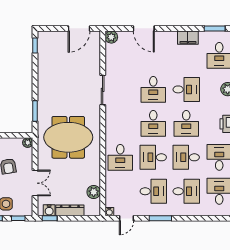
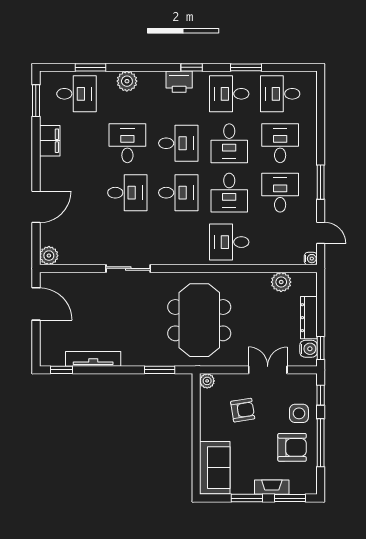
tv unit: (42, 67) -> (93, 359), added
desk: (120, 157) -> (229, 242), turned 180

